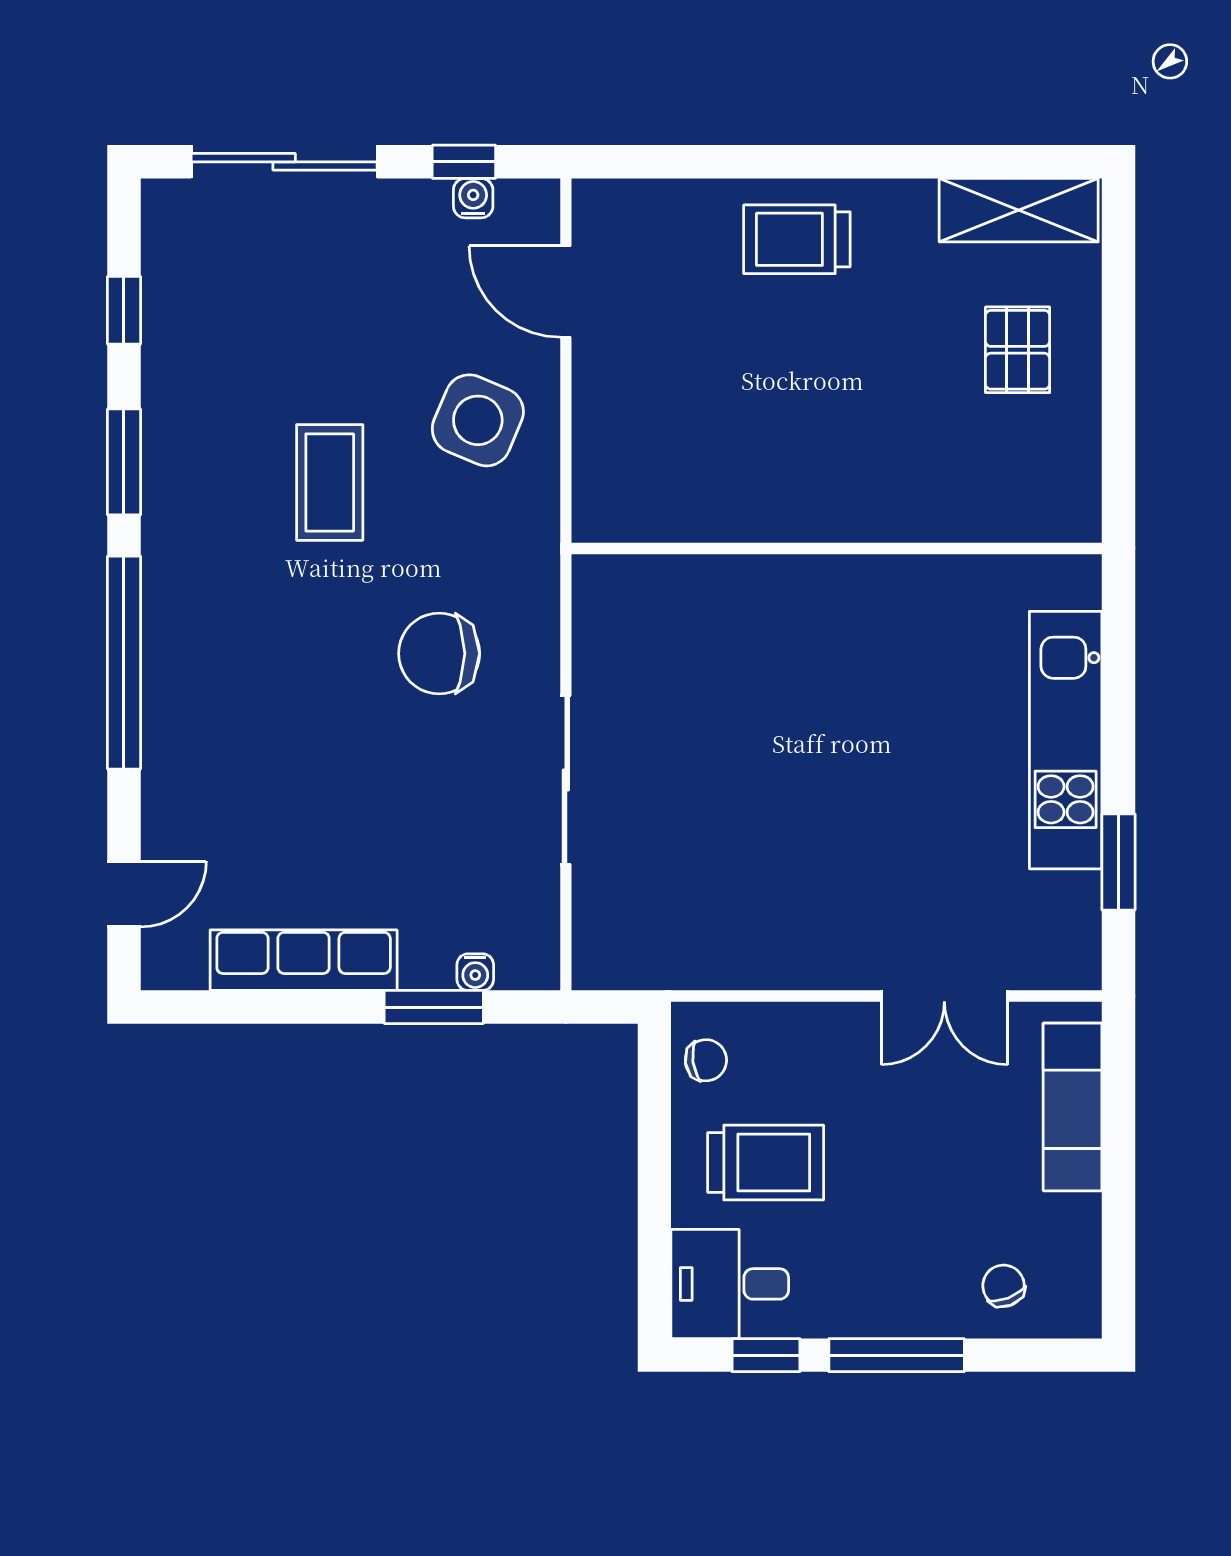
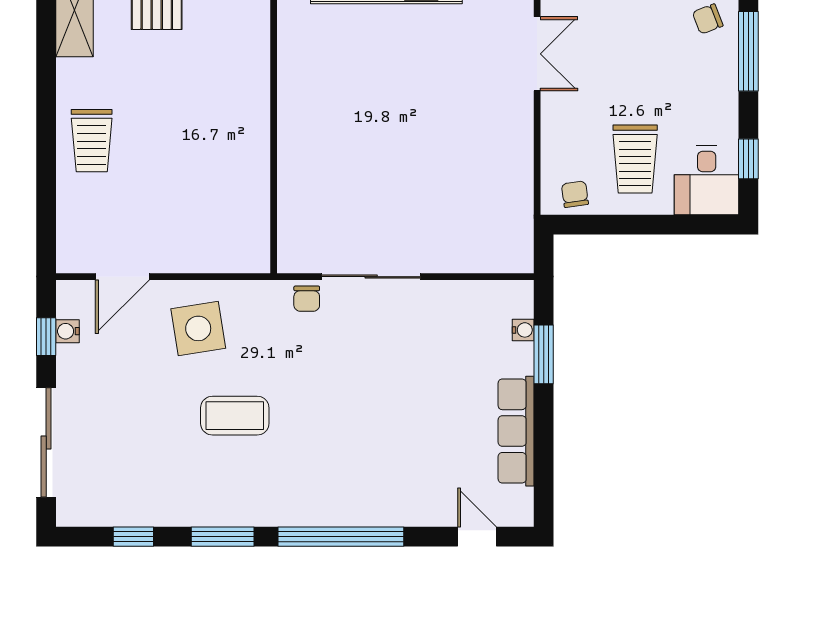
side table: (478, 420) -> (198, 328), turned -32
chair: (439, 653) -> (307, 299), moved, width x0.54, depth x0.54
sliding door: (566, 780) -> (371, 277), moved
trolley: (766, 1162) -> (635, 159), turned 180
window: (897, 1355) -> (748, 51), moved

